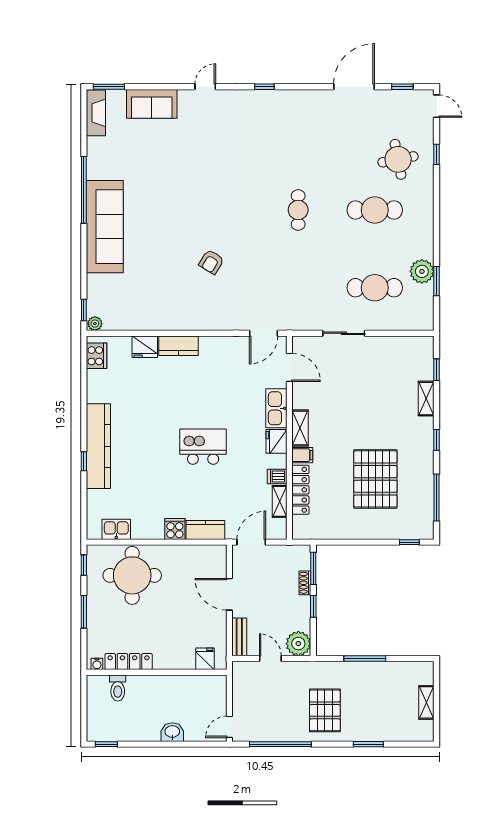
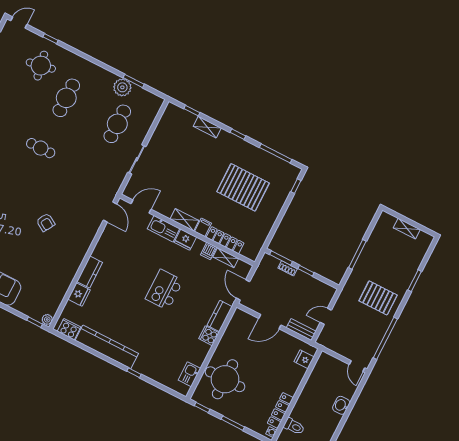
kitchen counter: (98, 446) -> (107, 347), moved
plant: (298, 644) -> (325, 293), removed

